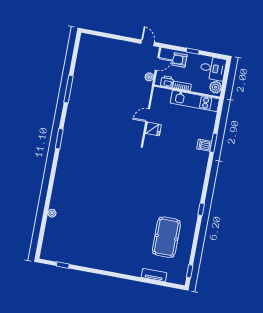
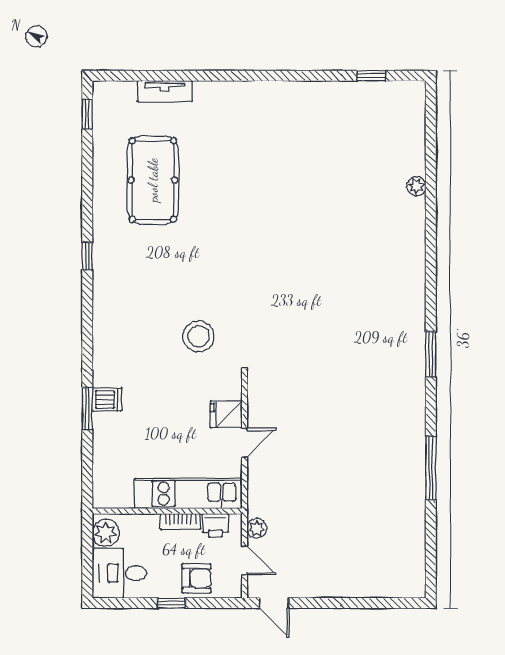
door: (157, 64) -> (245, 560), swing flipped
kitchen unit: (195, 101) -> (188, 494), moved
stool: (159, 165) -> (199, 336), added

